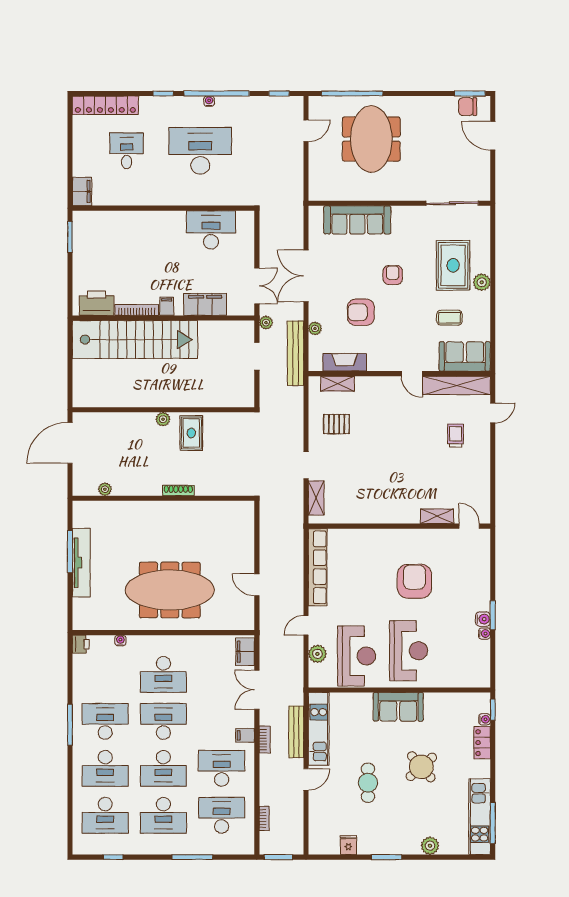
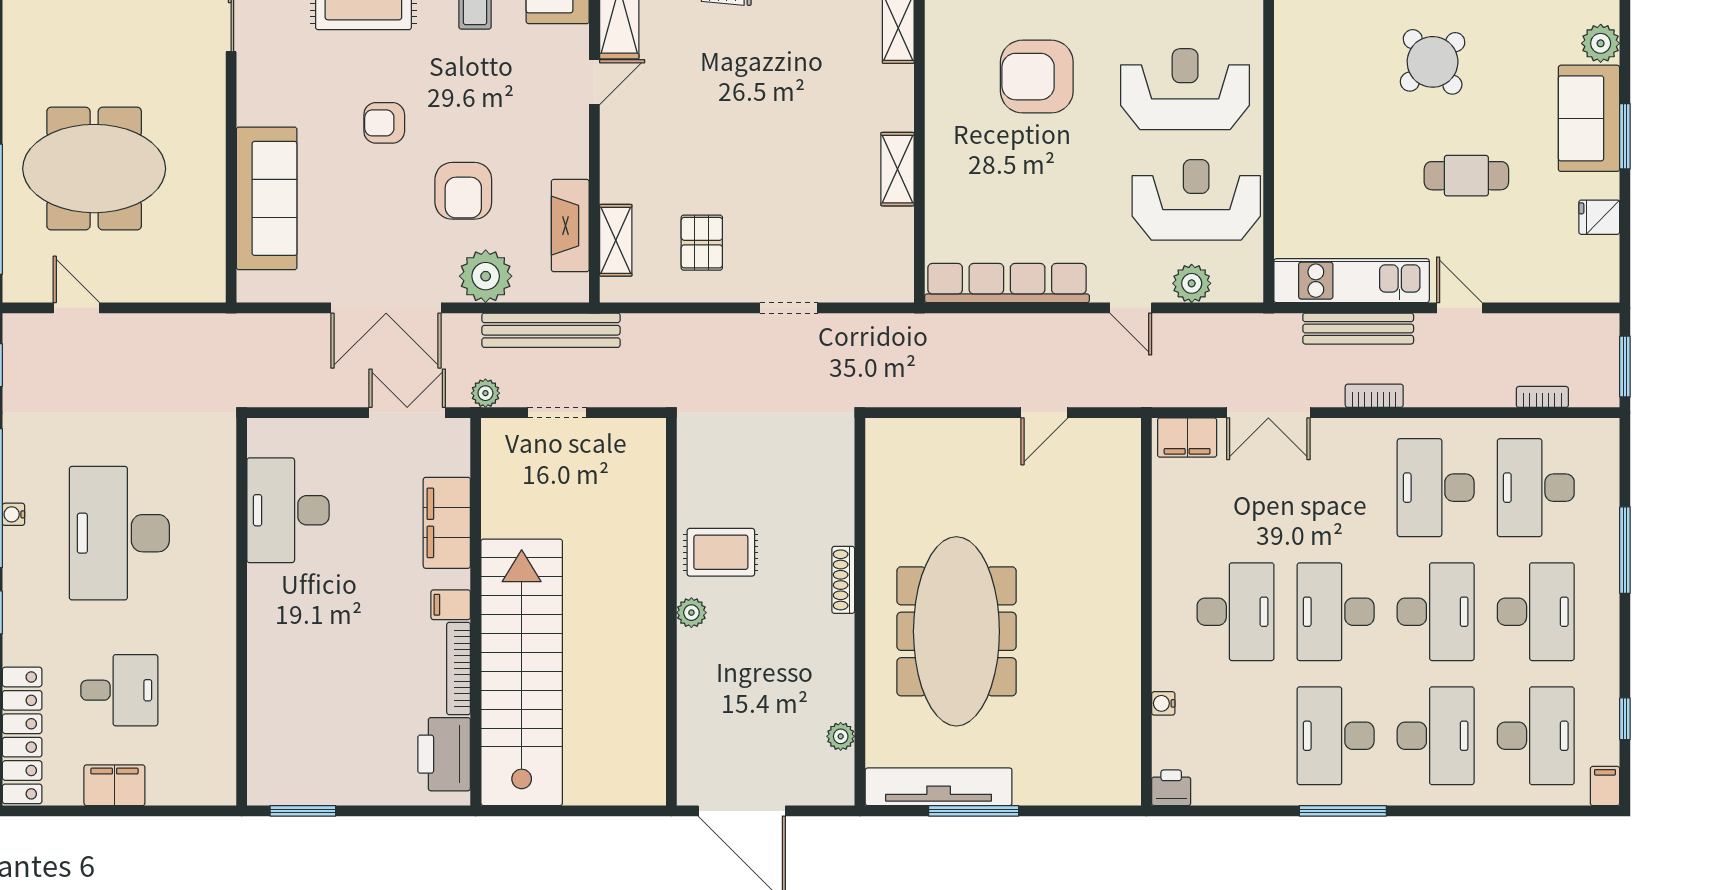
desk: (127, 151) -> (119, 690), turned 180
filing cabinet: (82, 191) -> (114, 785), moved
plant: (315, 328) -> (486, 276), width x1.88, depth x1.88
shelving: (316, 498) -> (898, 169), moved, turned 90
tv unit: (81, 563) -> (939, 787), moved
meeting table: (170, 590) -> (956, 631), moved
sofa: (398, 707) -> (1589, 118), moved, turned 180
filing cabinet: (245, 735) -> (1605, 786), moved, turned 180

